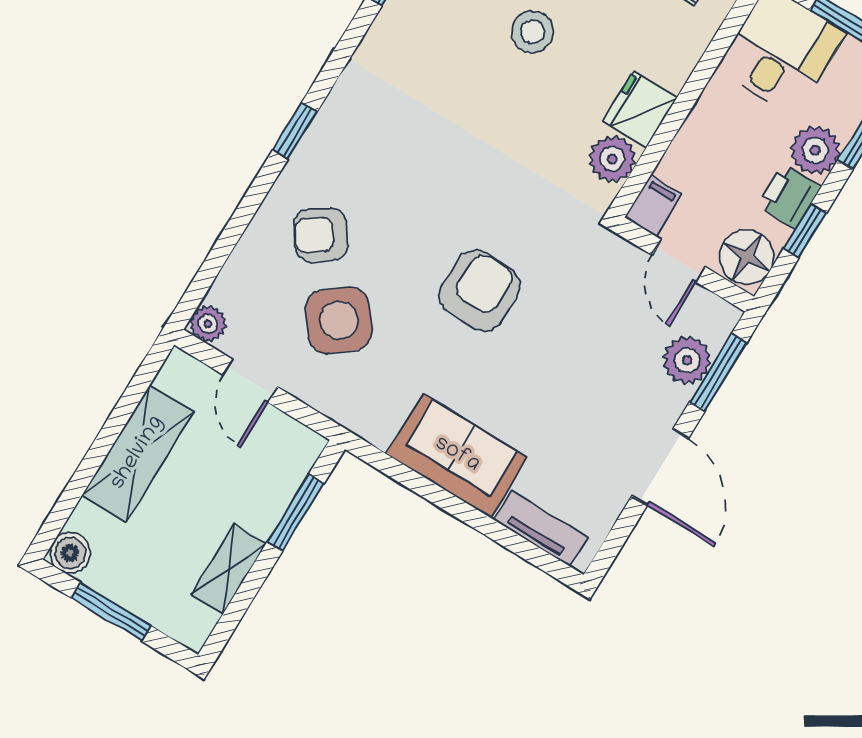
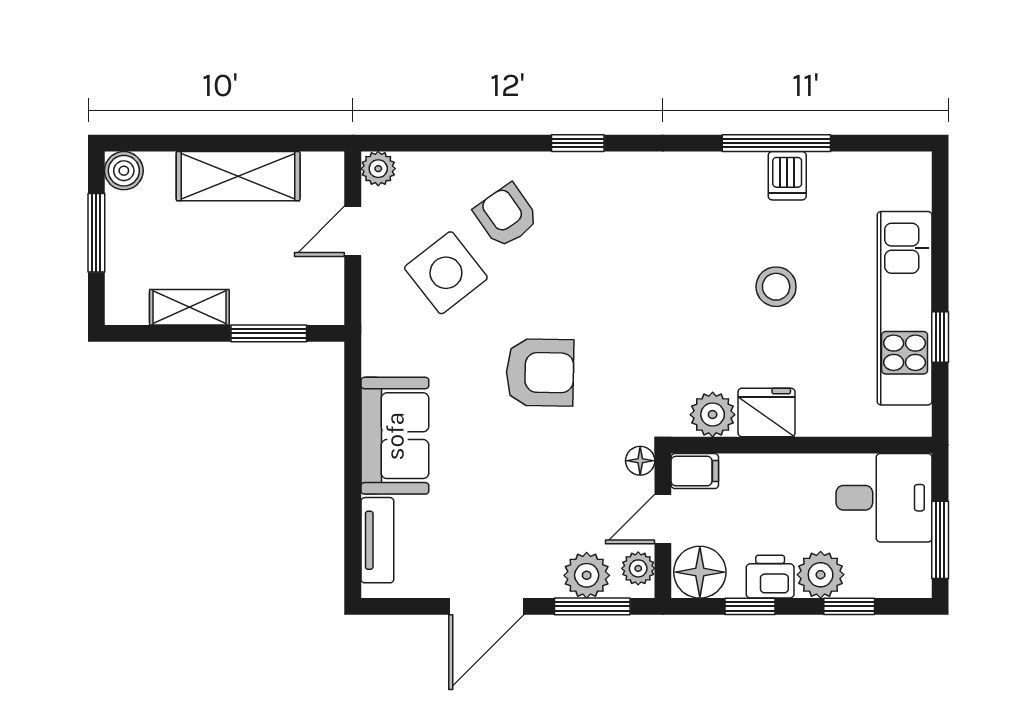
floor lamp: (614, 249) -> (640, 461), added
plant: (709, 310) -> (638, 568), added

